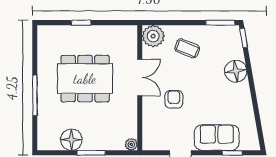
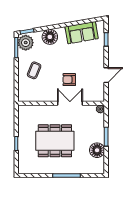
plant: (153, 36) -> (26, 43), moved
double door: (140, 77) -> (70, 103), moved
dining table: (85, 79) -> (55, 141), turned 90
sofa: (217, 138) -> (82, 33), moved, turned -100

